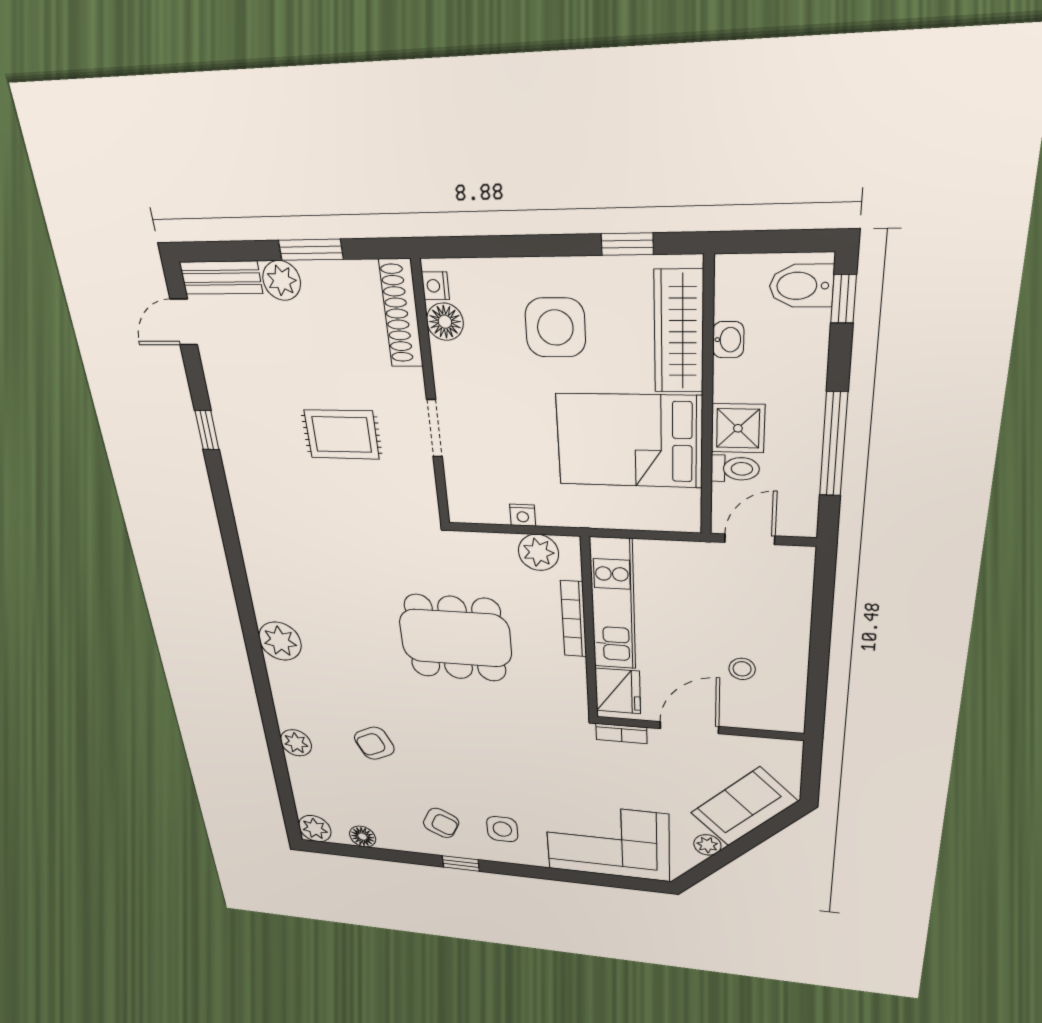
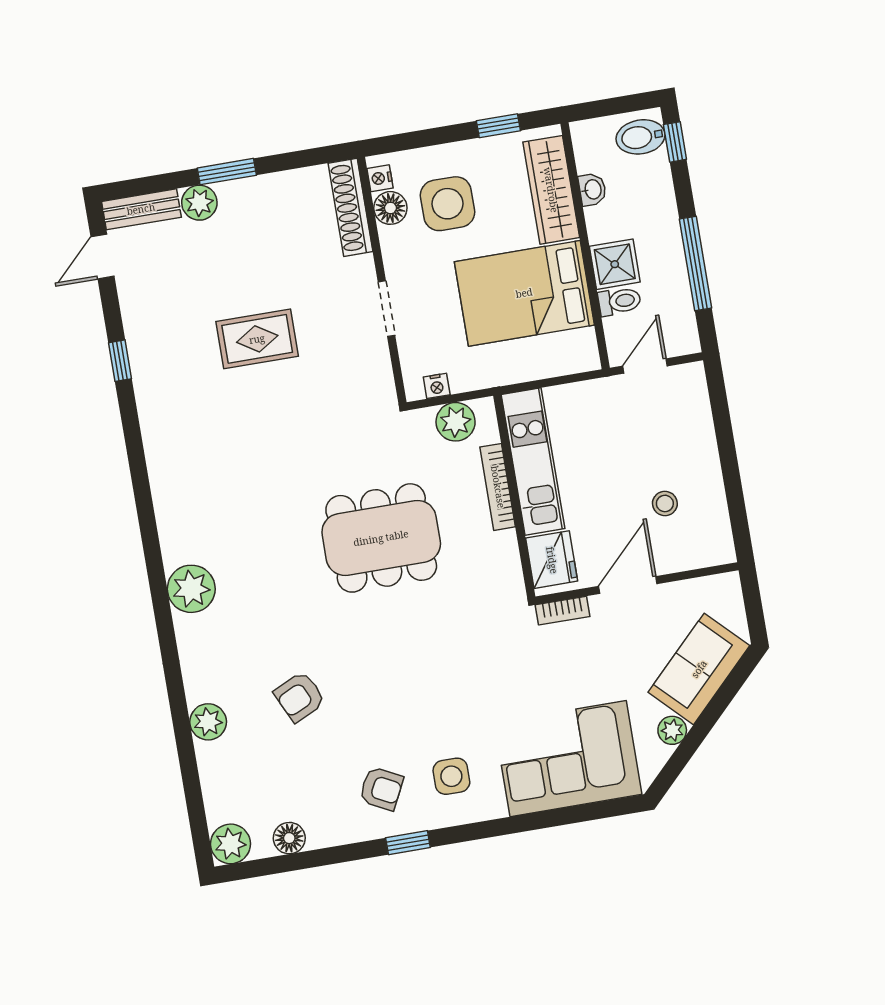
nightstand: (435, 286) -> (380, 178), moved
shoe rack: (401, 314) -> (350, 207), moved
floor lamp: (445, 322) -> (390, 208), moved
wall: (431, 398) -> (382, 280), moved
doorway: (434, 428) -> (387, 309), moved

